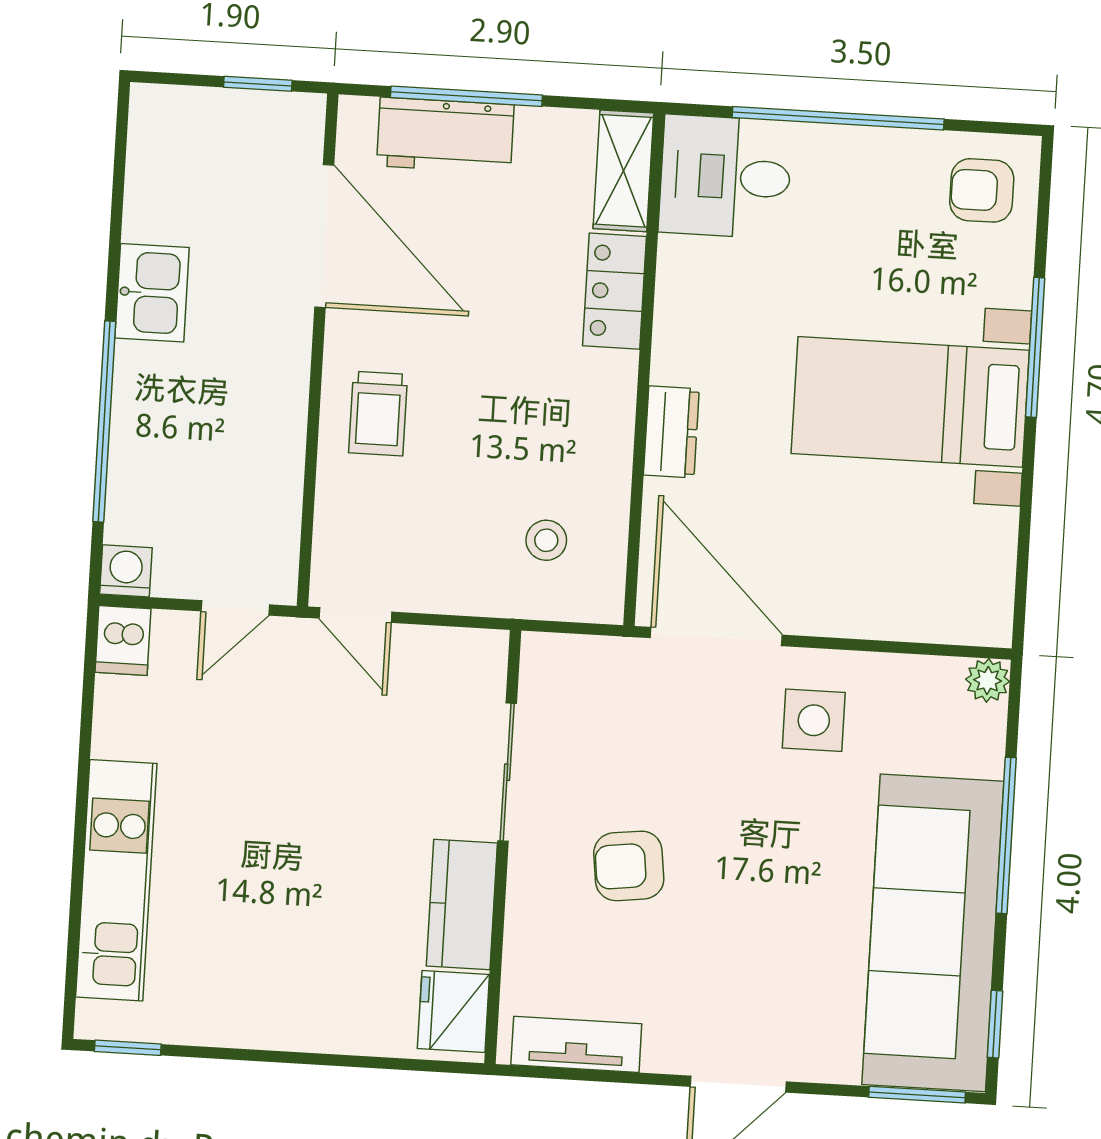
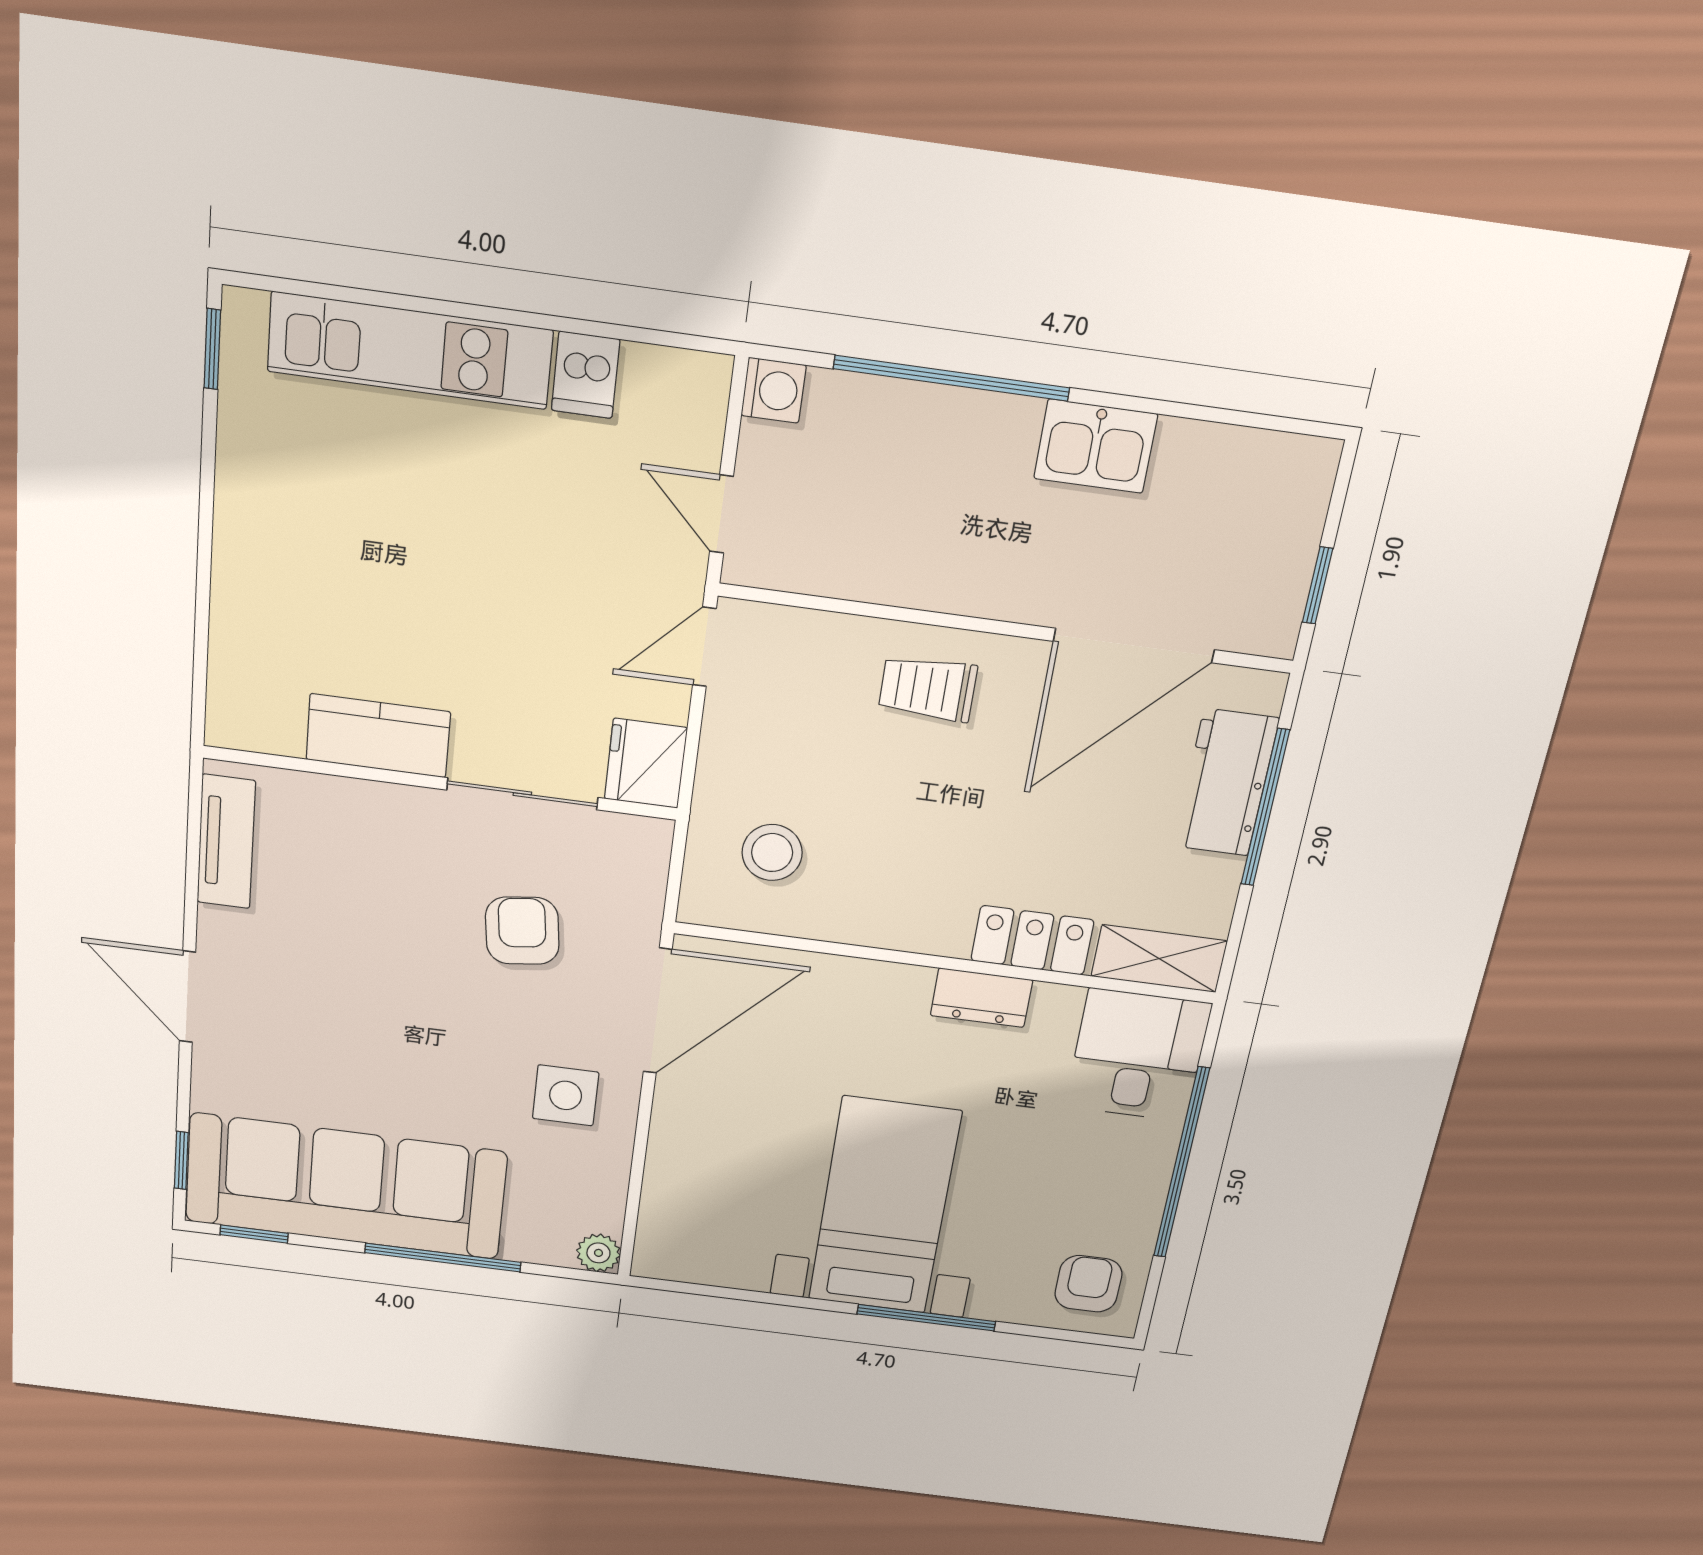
dresser: (671, 432) -> (981, 998), moved
stool: (546, 540) -> (772, 853), width x1.37, depth x1.37
dishwasher: (123, 640) -> (586, 375), moved, turned -90
armchair: (629, 866) -> (522, 931), moved
fridge: (453, 1011) -> (646, 763), moved, turned -90
window: (917, 1095) -> (181, 1160), width x0.67

